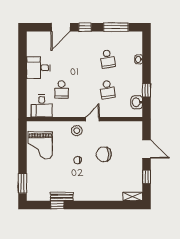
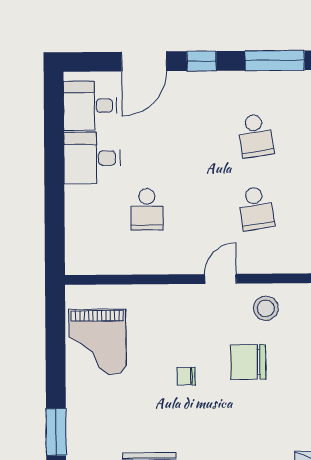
desk: (42, 106) -> (90, 106), moved, turned 90
stool: (77, 131) -> (266, 308), moved

